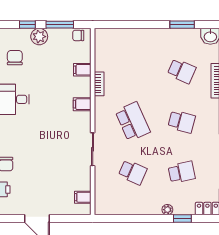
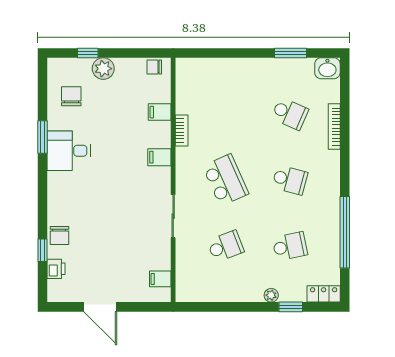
window: (60, 25) -> (130, 53), removed
school desk: (133, 172) -> (226, 246), turned -45

